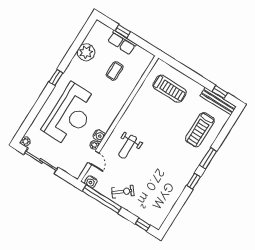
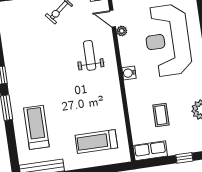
row of seats: (122, 42) -> (150, 151), moved
water cooler: (99, 136) -> (129, 73), moved

